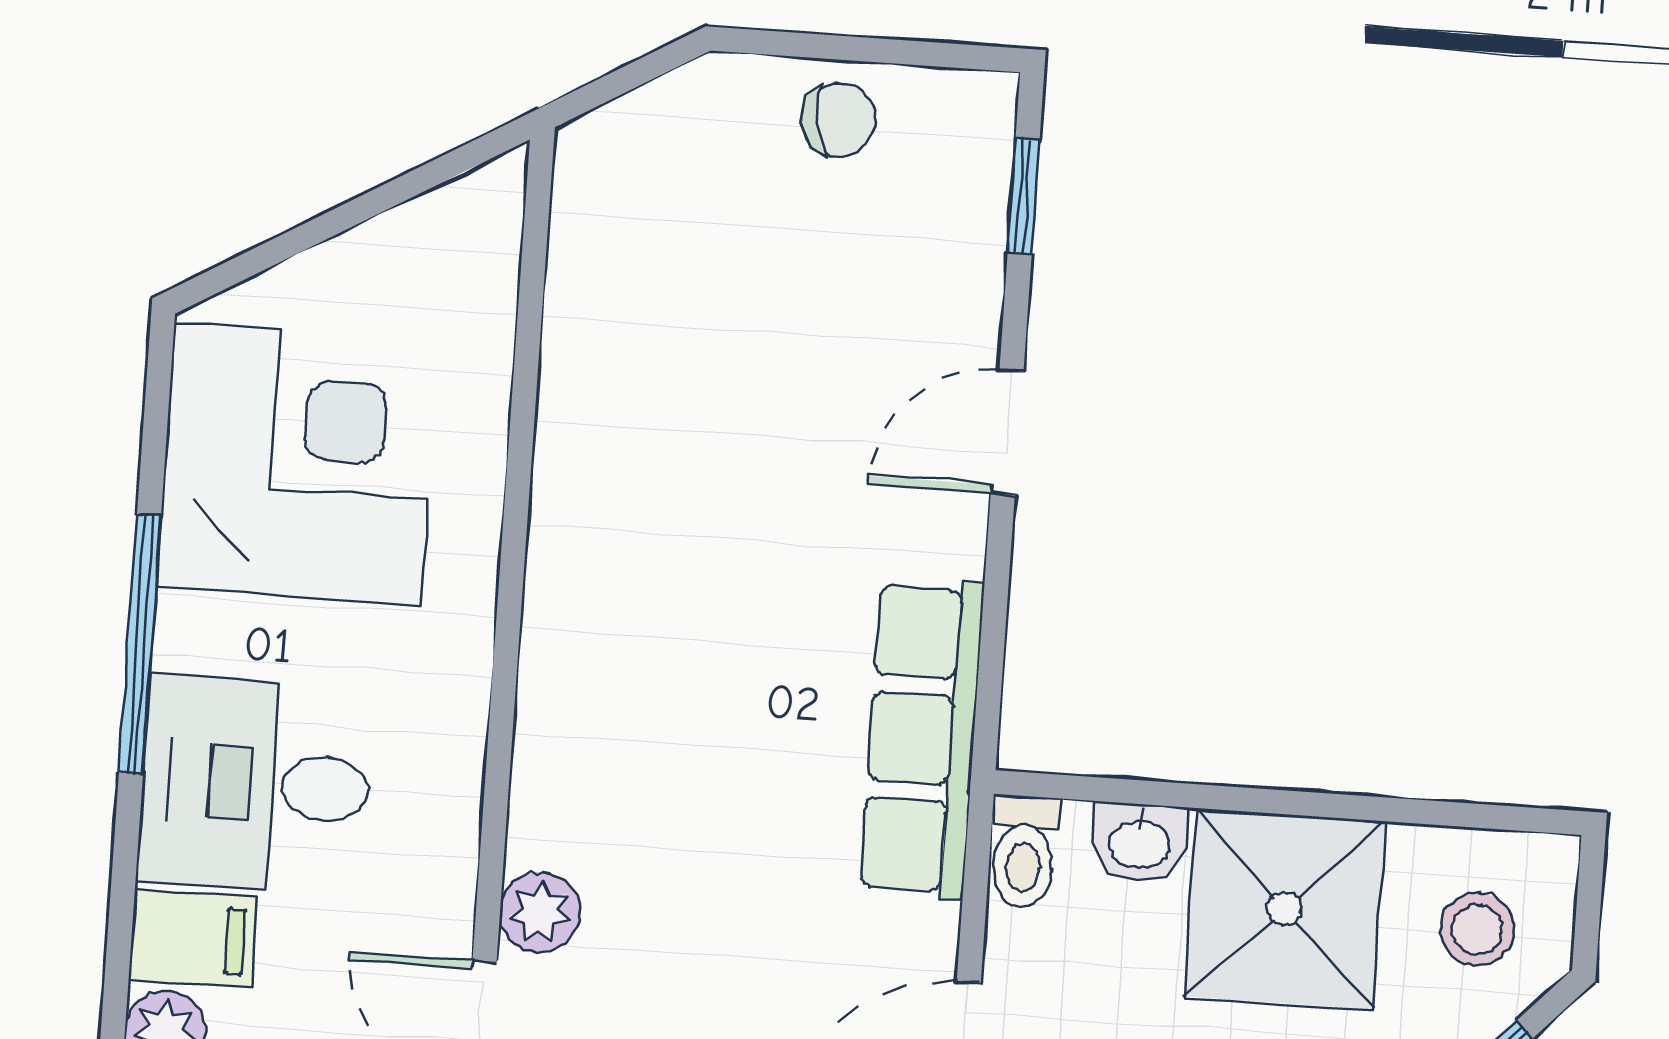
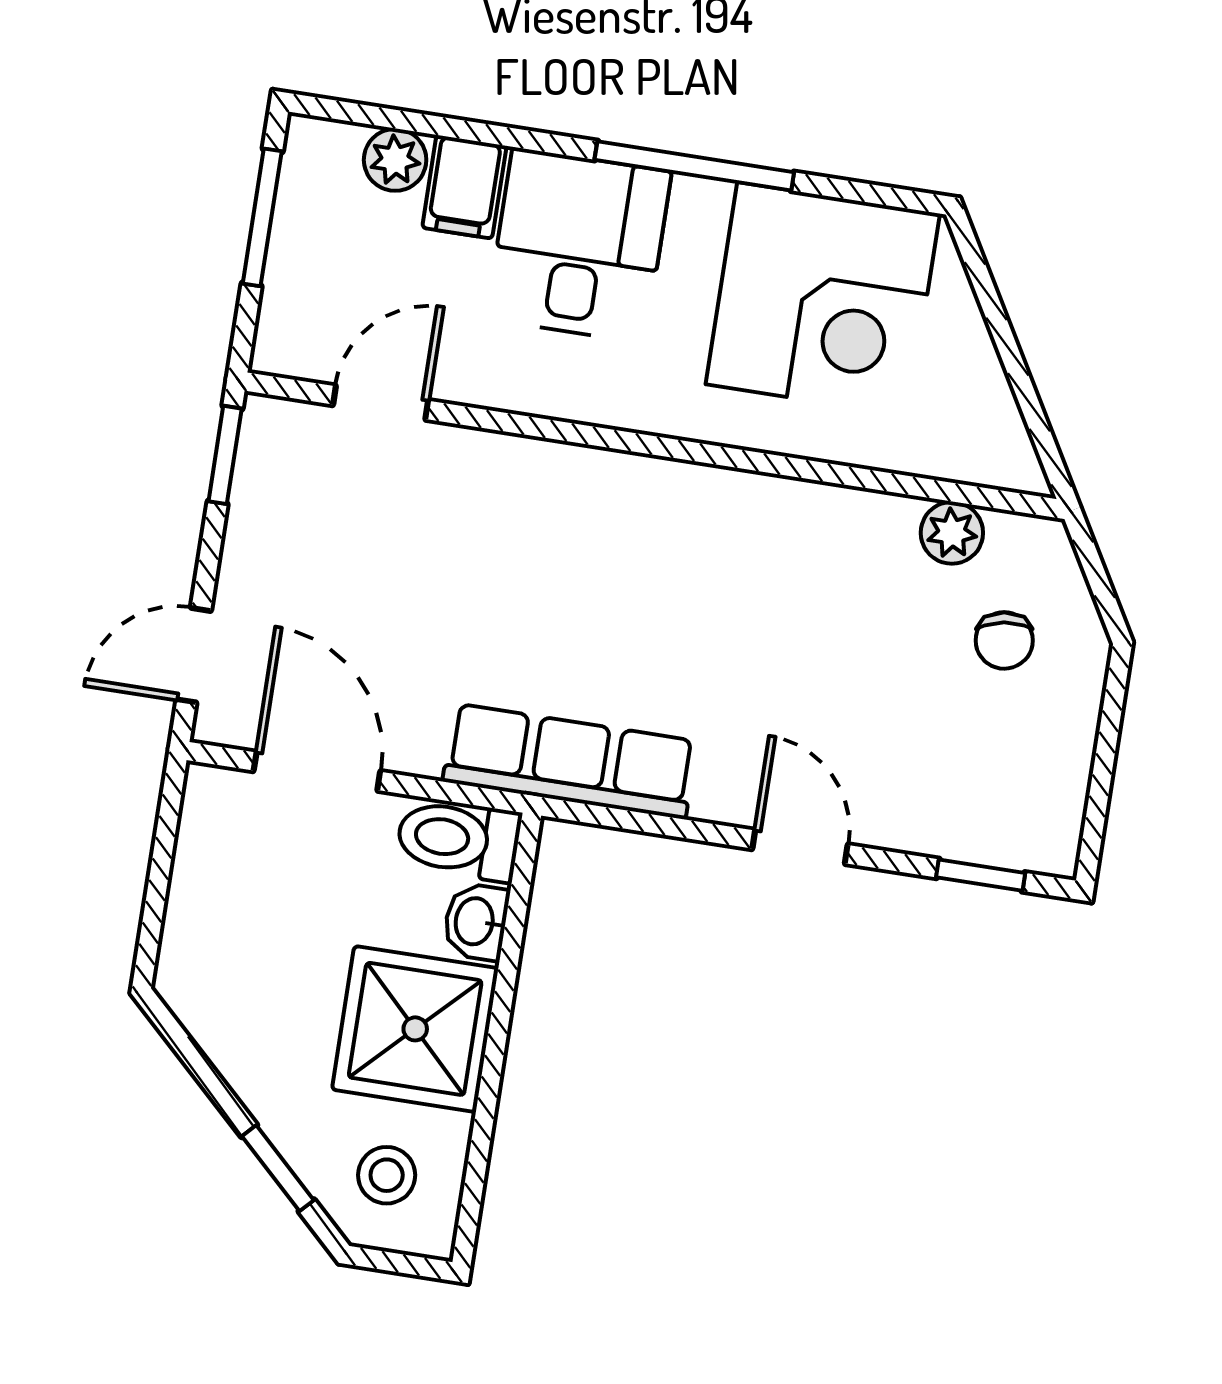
chair: (839, 119) -> (1004, 640), moved
toilet: (1024, 852) -> (459, 839), width x1.37, depth x1.39
plant: (540, 912) -> (952, 533), moved

